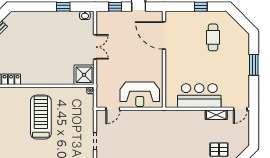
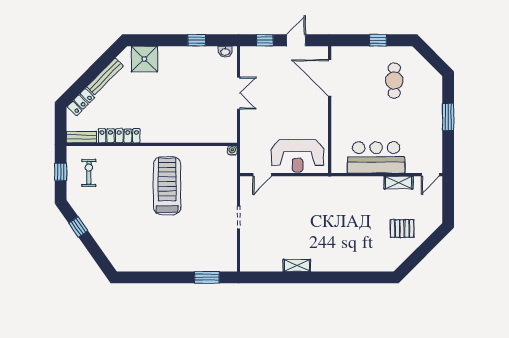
shower: (84, 75) -> (144, 59), moved

